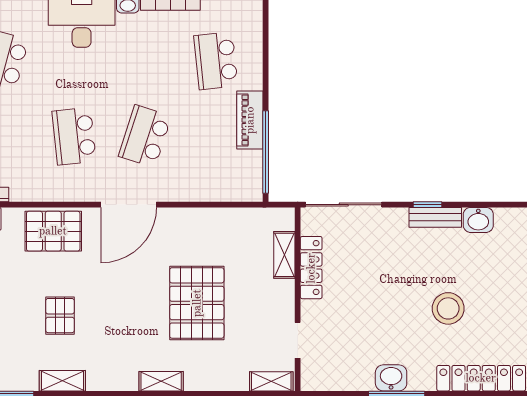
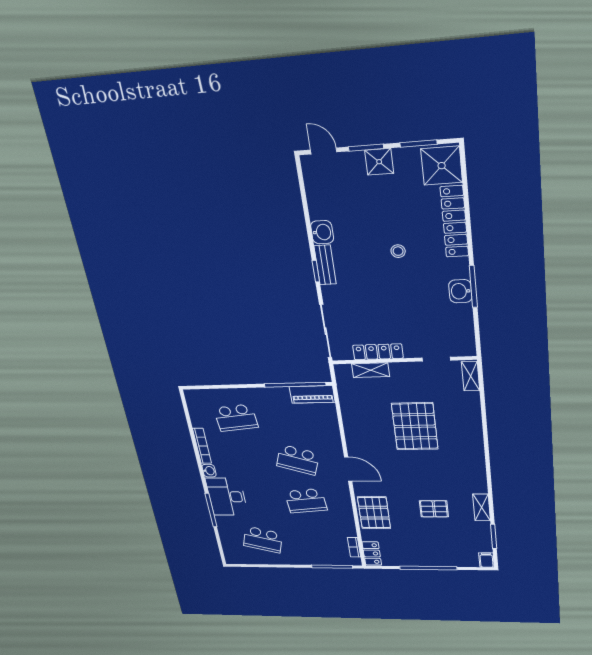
piano: (250, 120) -> (312, 394), moved
door: (129, 205) -> (348, 469), width x0.73
pallet: (197, 303) -> (415, 426), turned 90
stool: (448, 308) -> (398, 251), width x0.53, depth x0.53
shelving: (161, 381) -> (477, 448), removed

